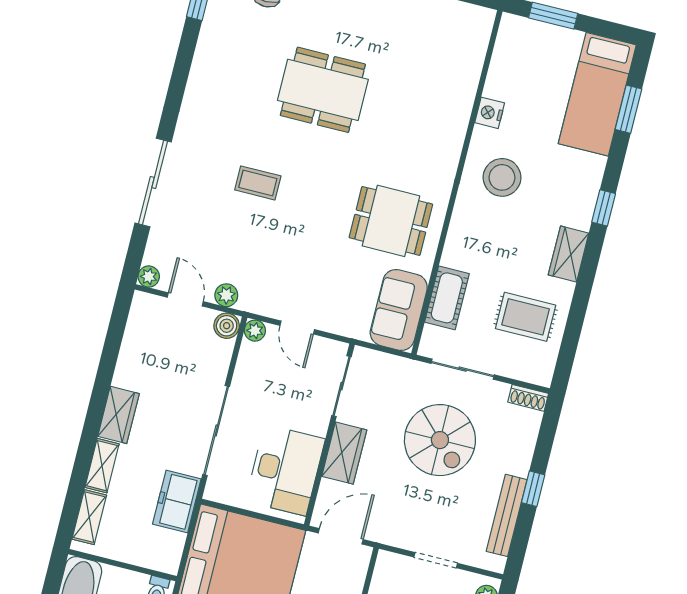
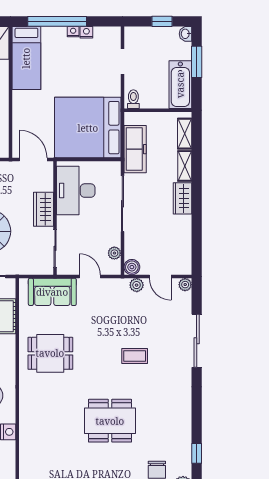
sofa: (399, 310) -> (52, 292), moved, turned 90
plant: (255, 331) -> (114, 253), moved
freezer: (177, 501) -> (135, 149), width x1.40
door: (341, 536) -> (33, 160), swing flipped

